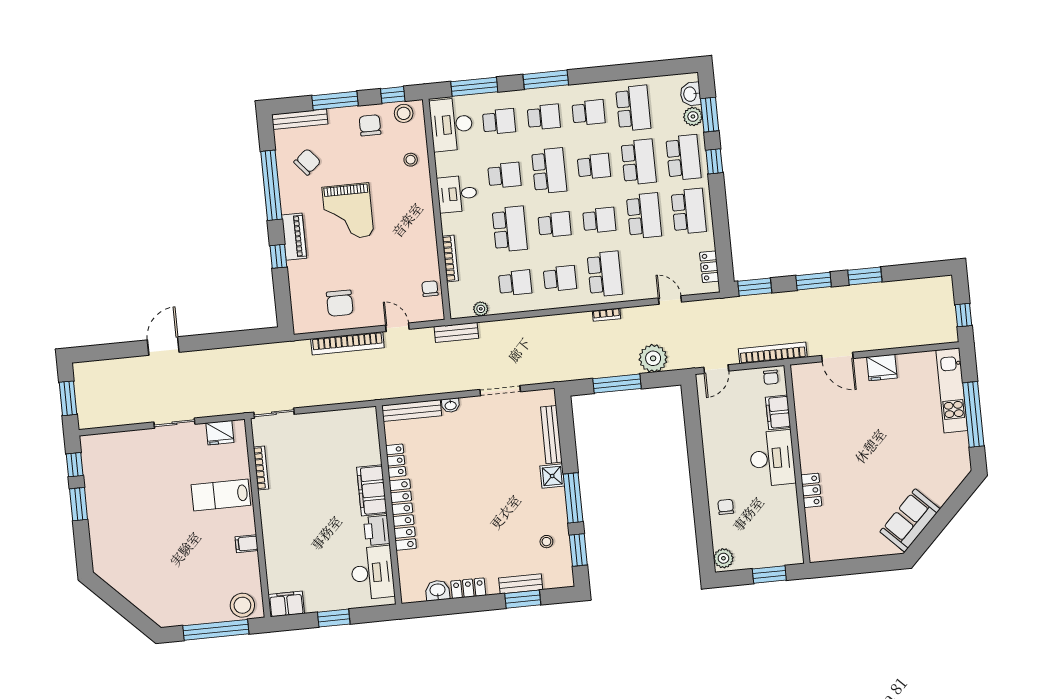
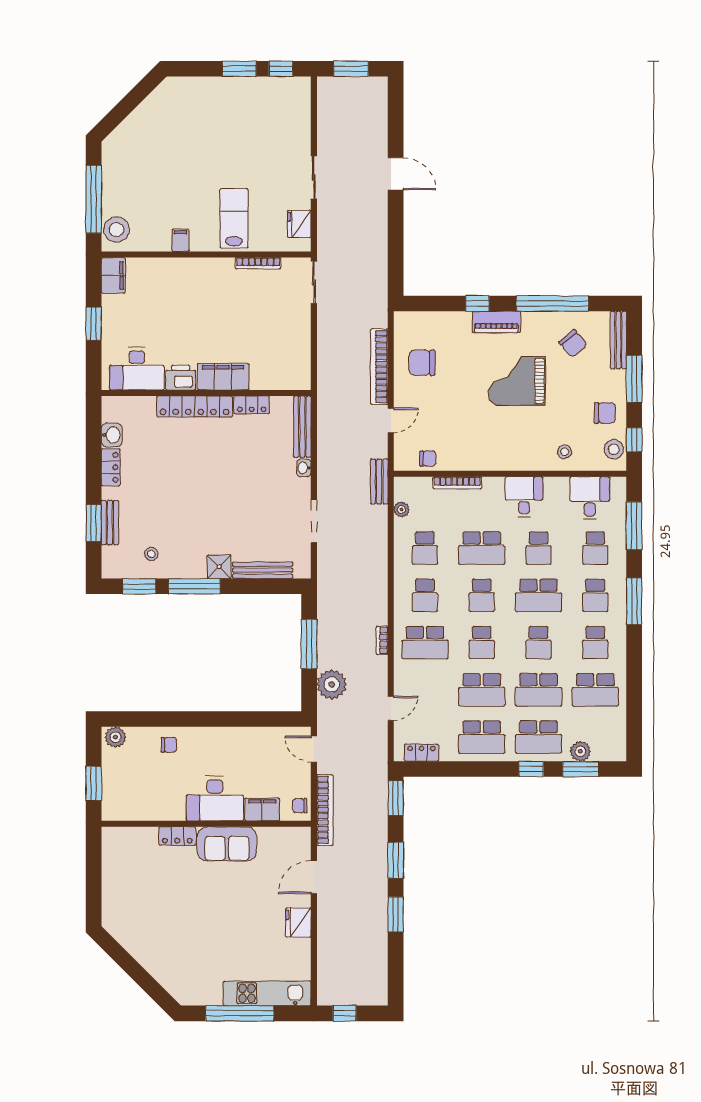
washbasin: (691, 94) -> (604, 751), removed
desk: (451, 125) -> (590, 498), width x0.73
sofa: (910, 520) -> (227, 844), moved, turned 135

